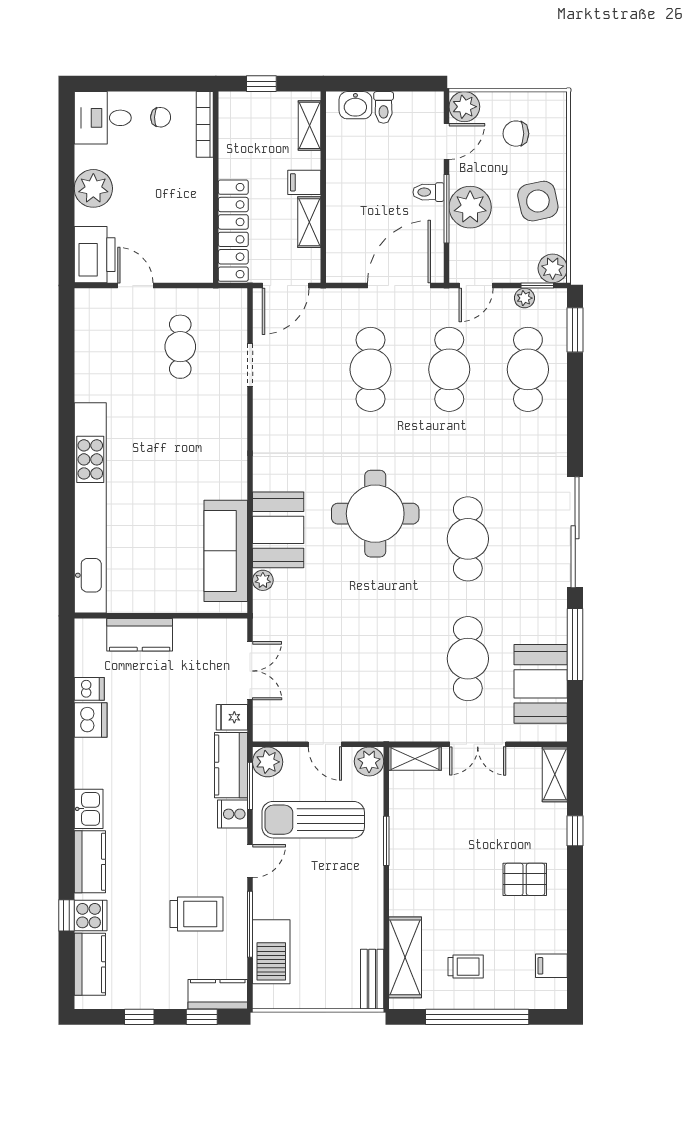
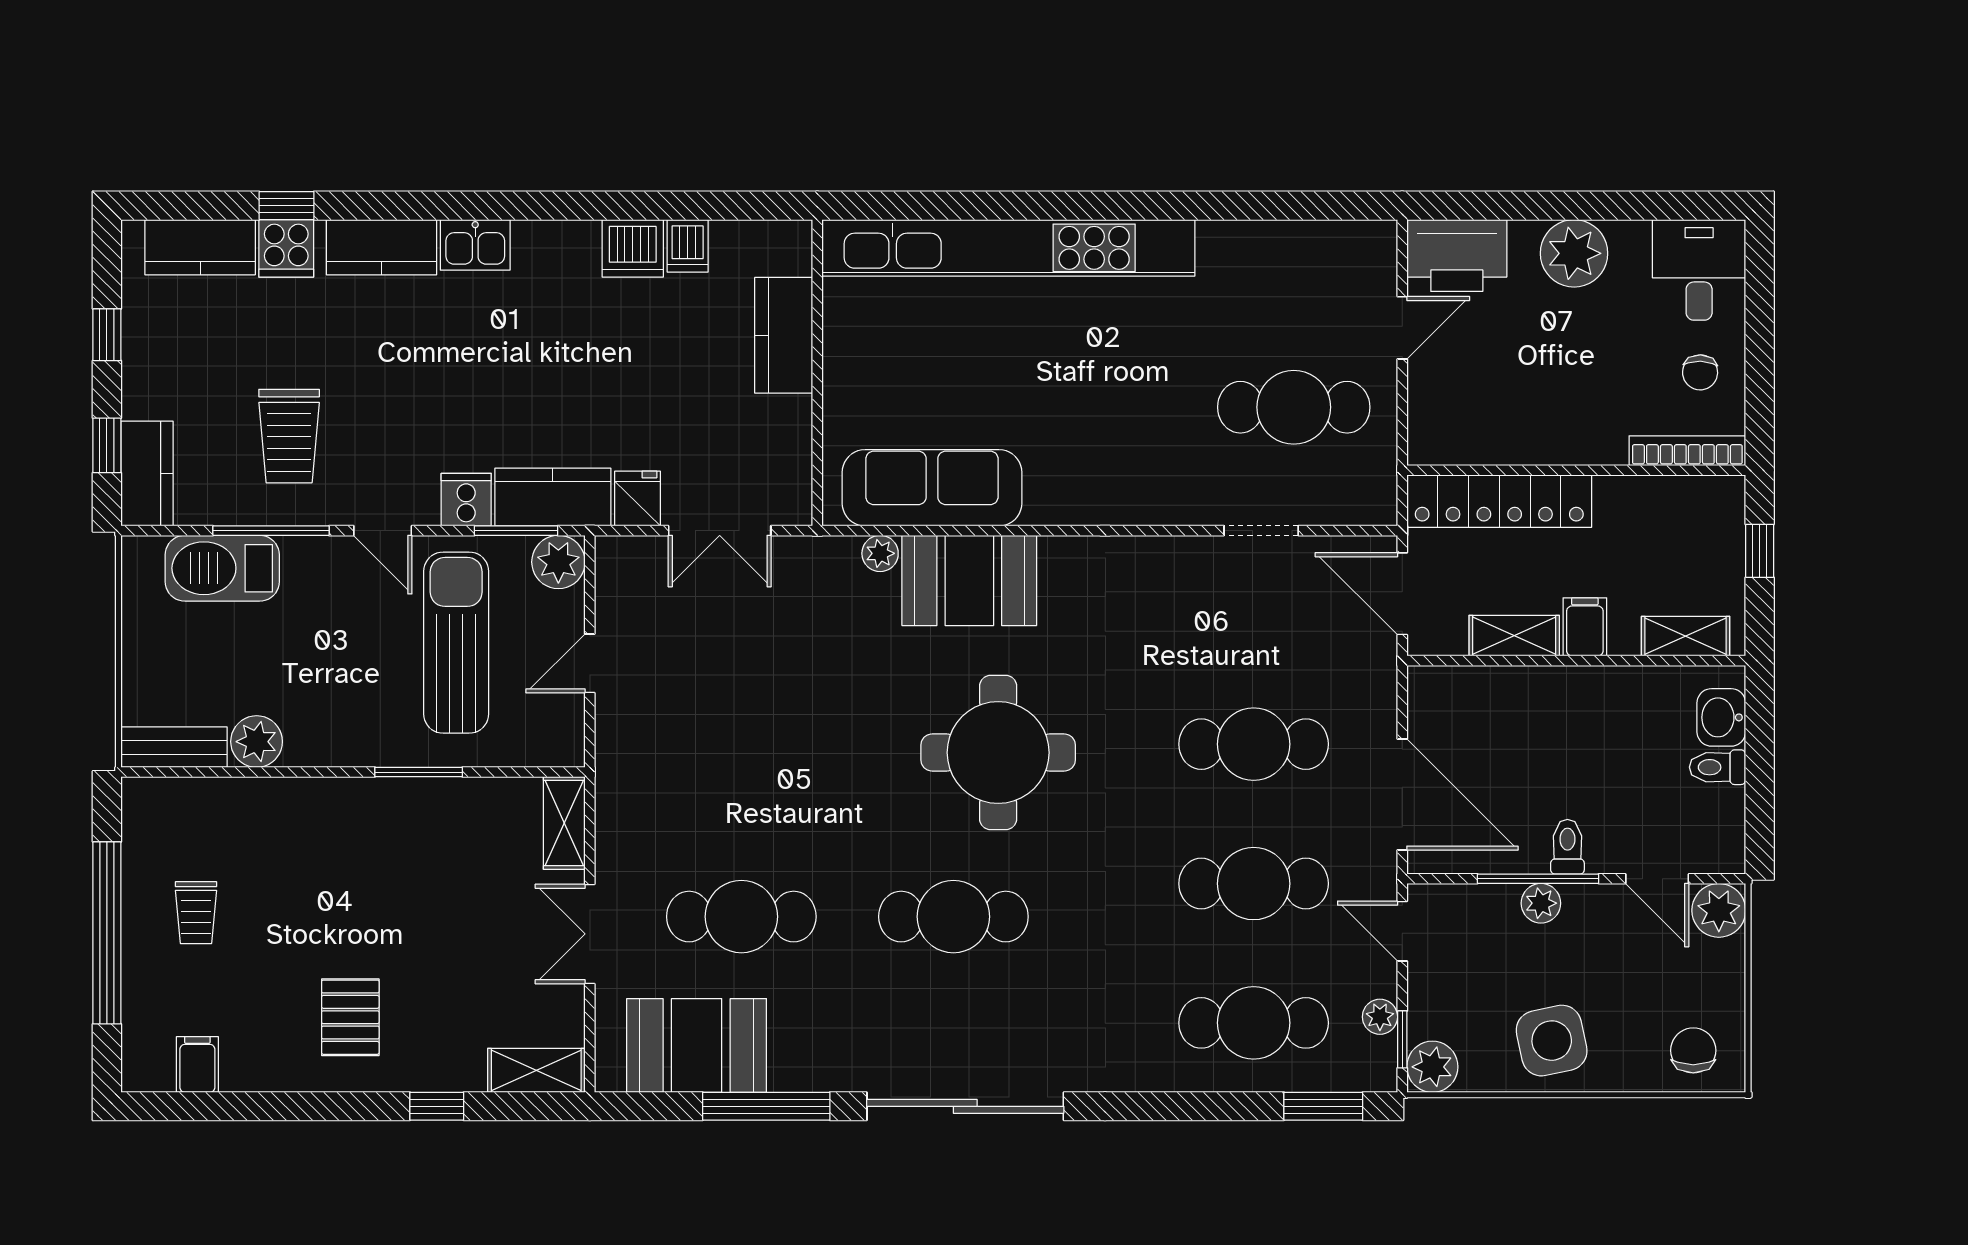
chair: (516, 134) -> (1693, 1050), moved
plant: (470, 207) -> (1541, 903), width x0.53, depth x0.53
cafe table: (180, 347) -> (1294, 407), width x1.37, depth x1.35
plant: (369, 761) -> (257, 742), moved
shelving: (405, 957) -> (212, 805), removed

